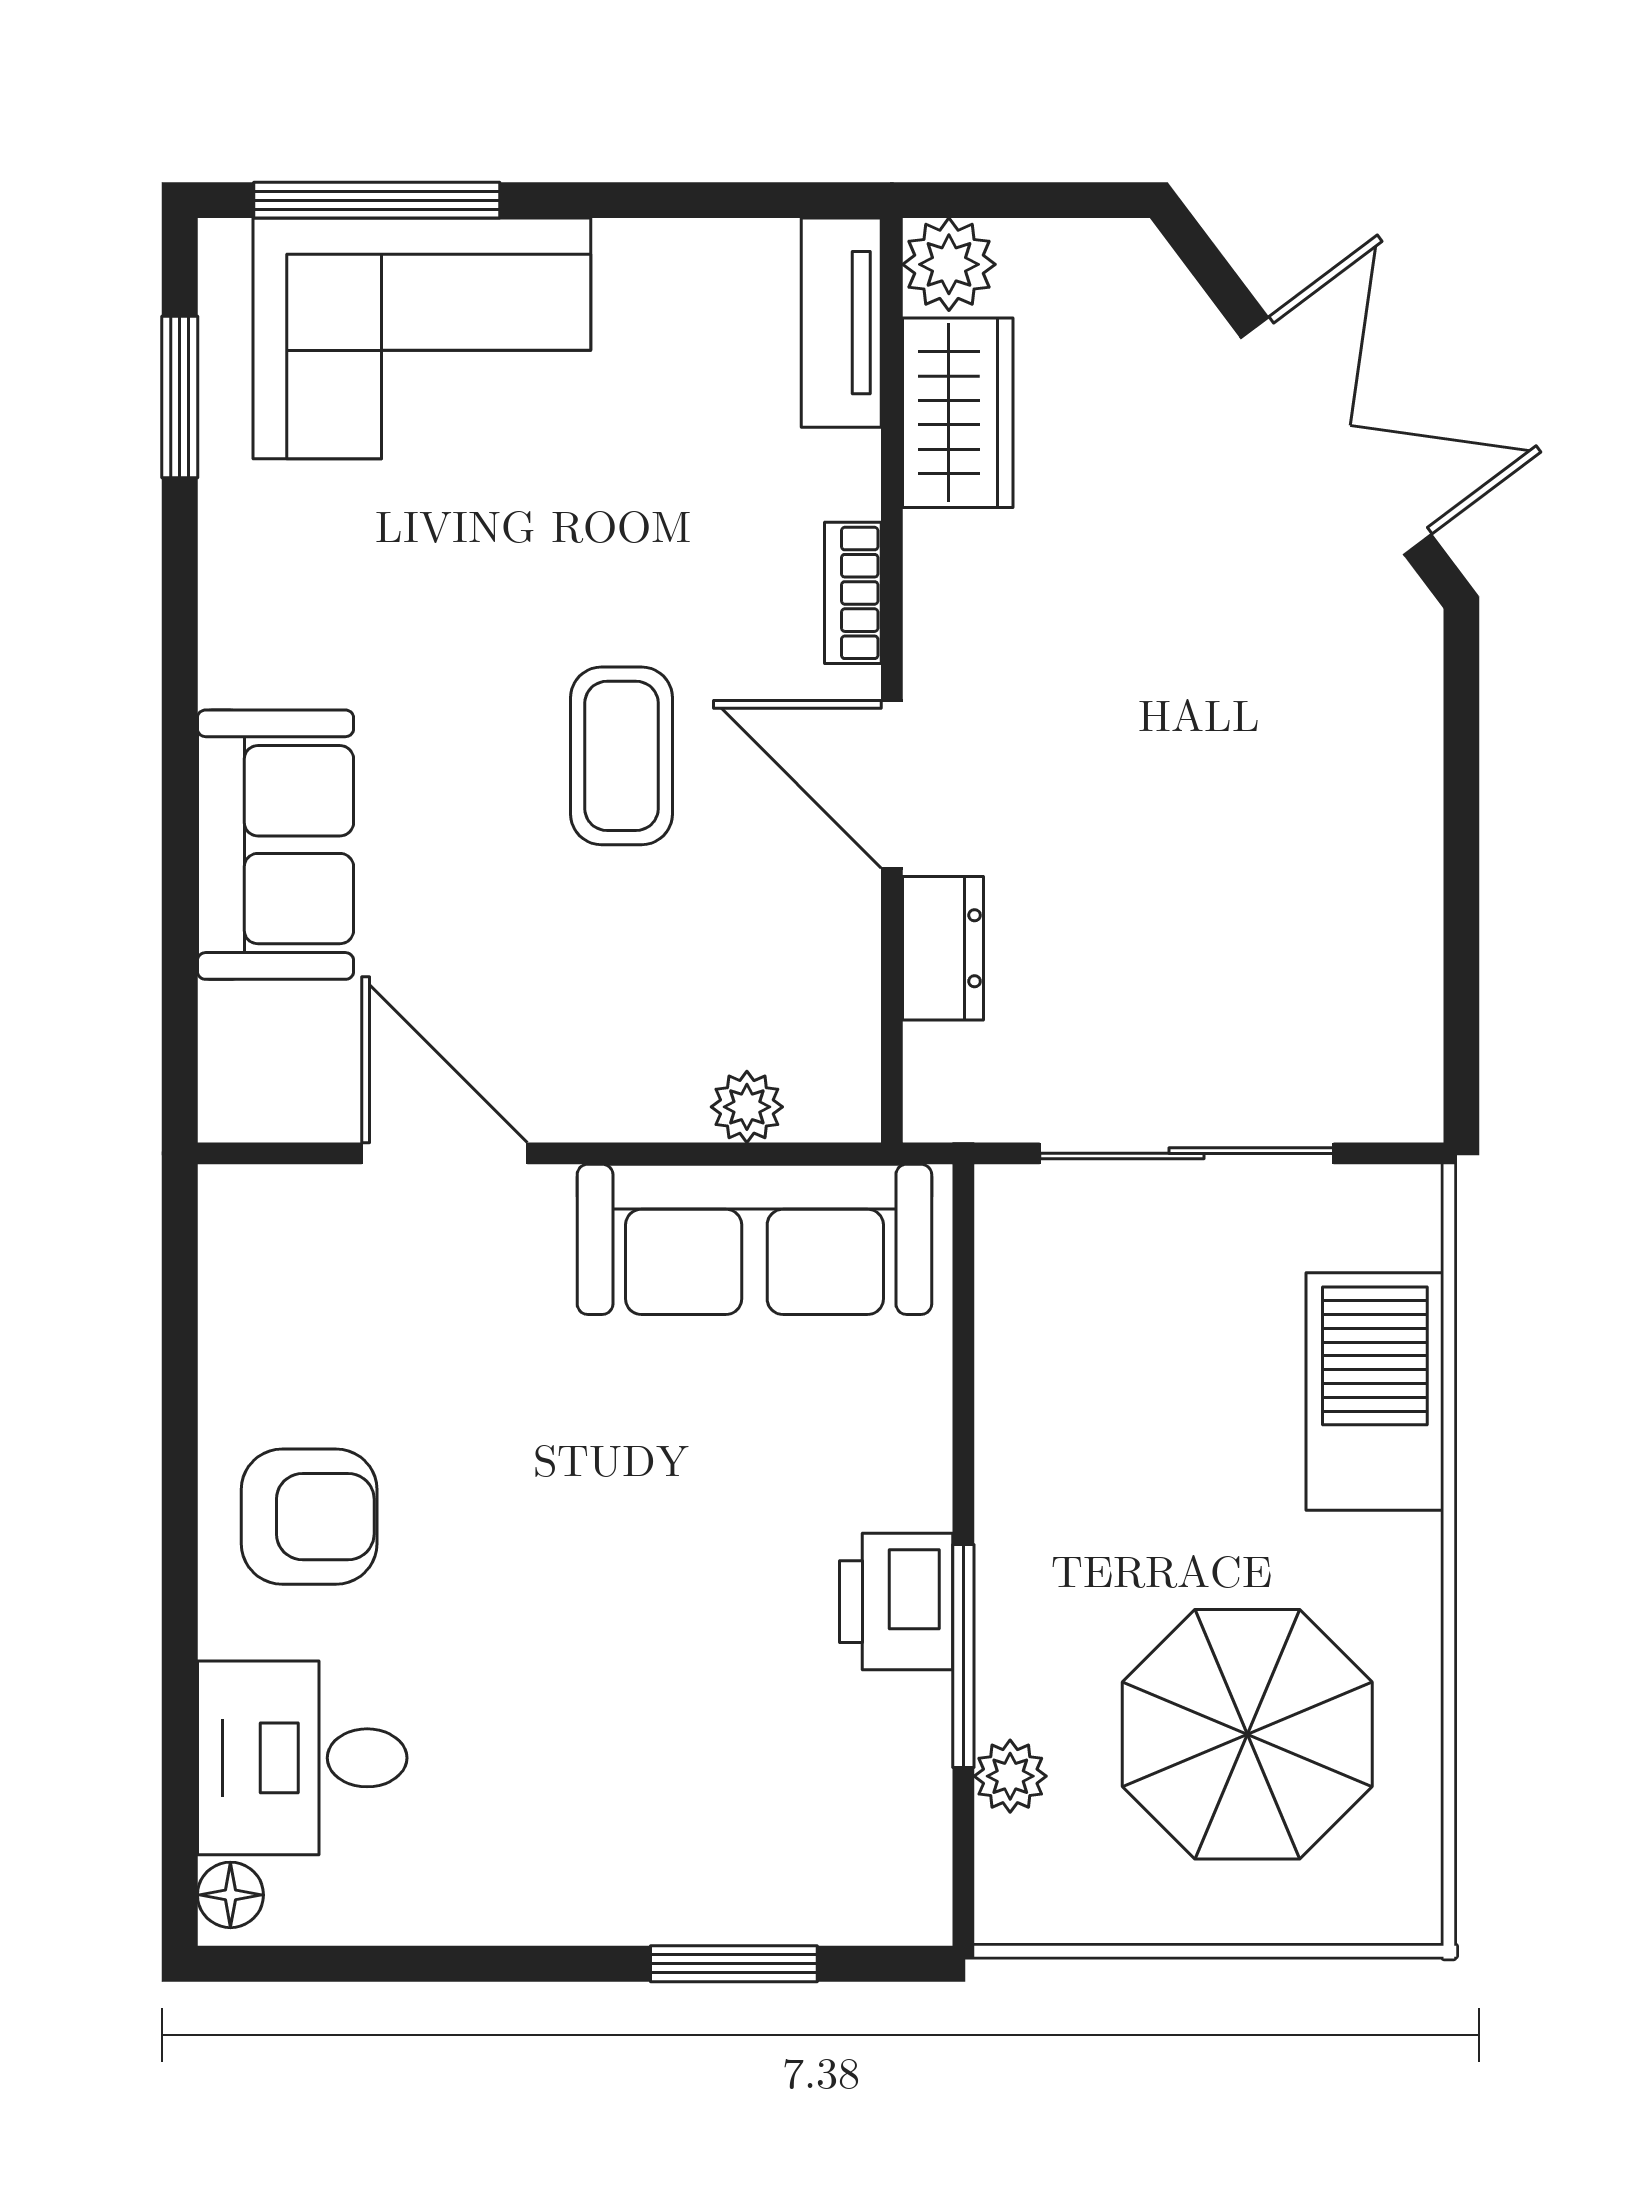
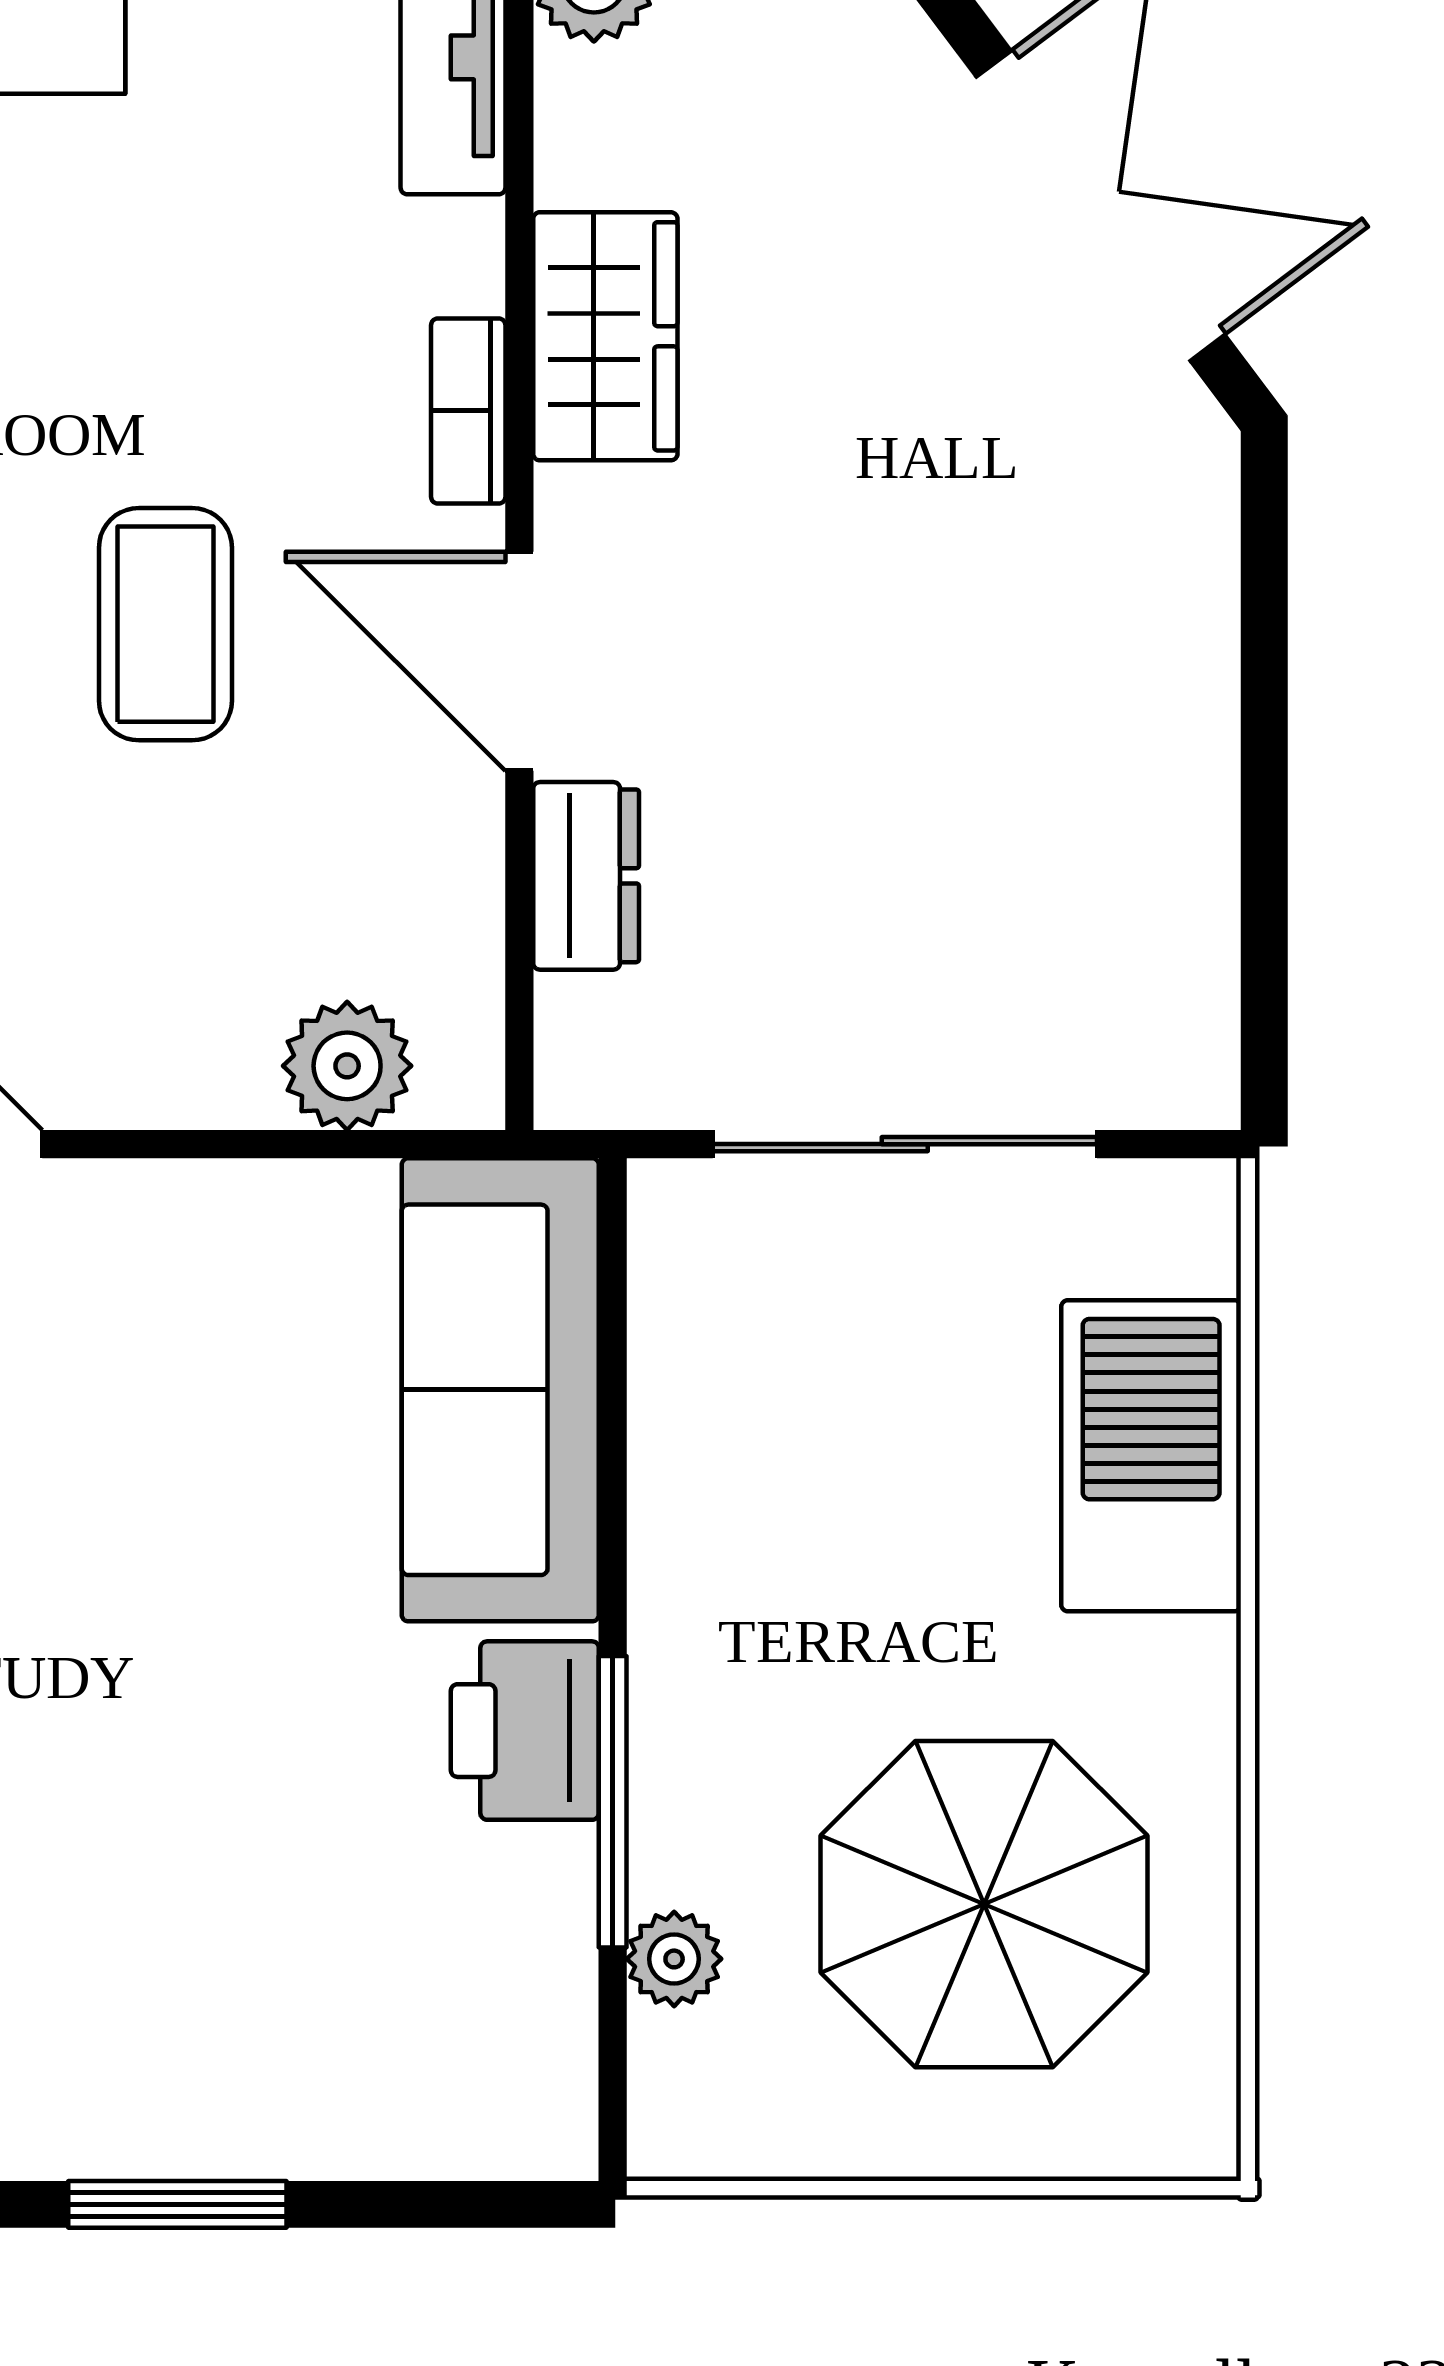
wardrobe: (958, 413) -> (605, 336), moved
plant: (747, 1107) -> (347, 1066), width x1.38, depth x1.38
sofa: (754, 1239) -> (500, 1390), moved, turned 90
window: (734, 1964) -> (177, 2204), moved

